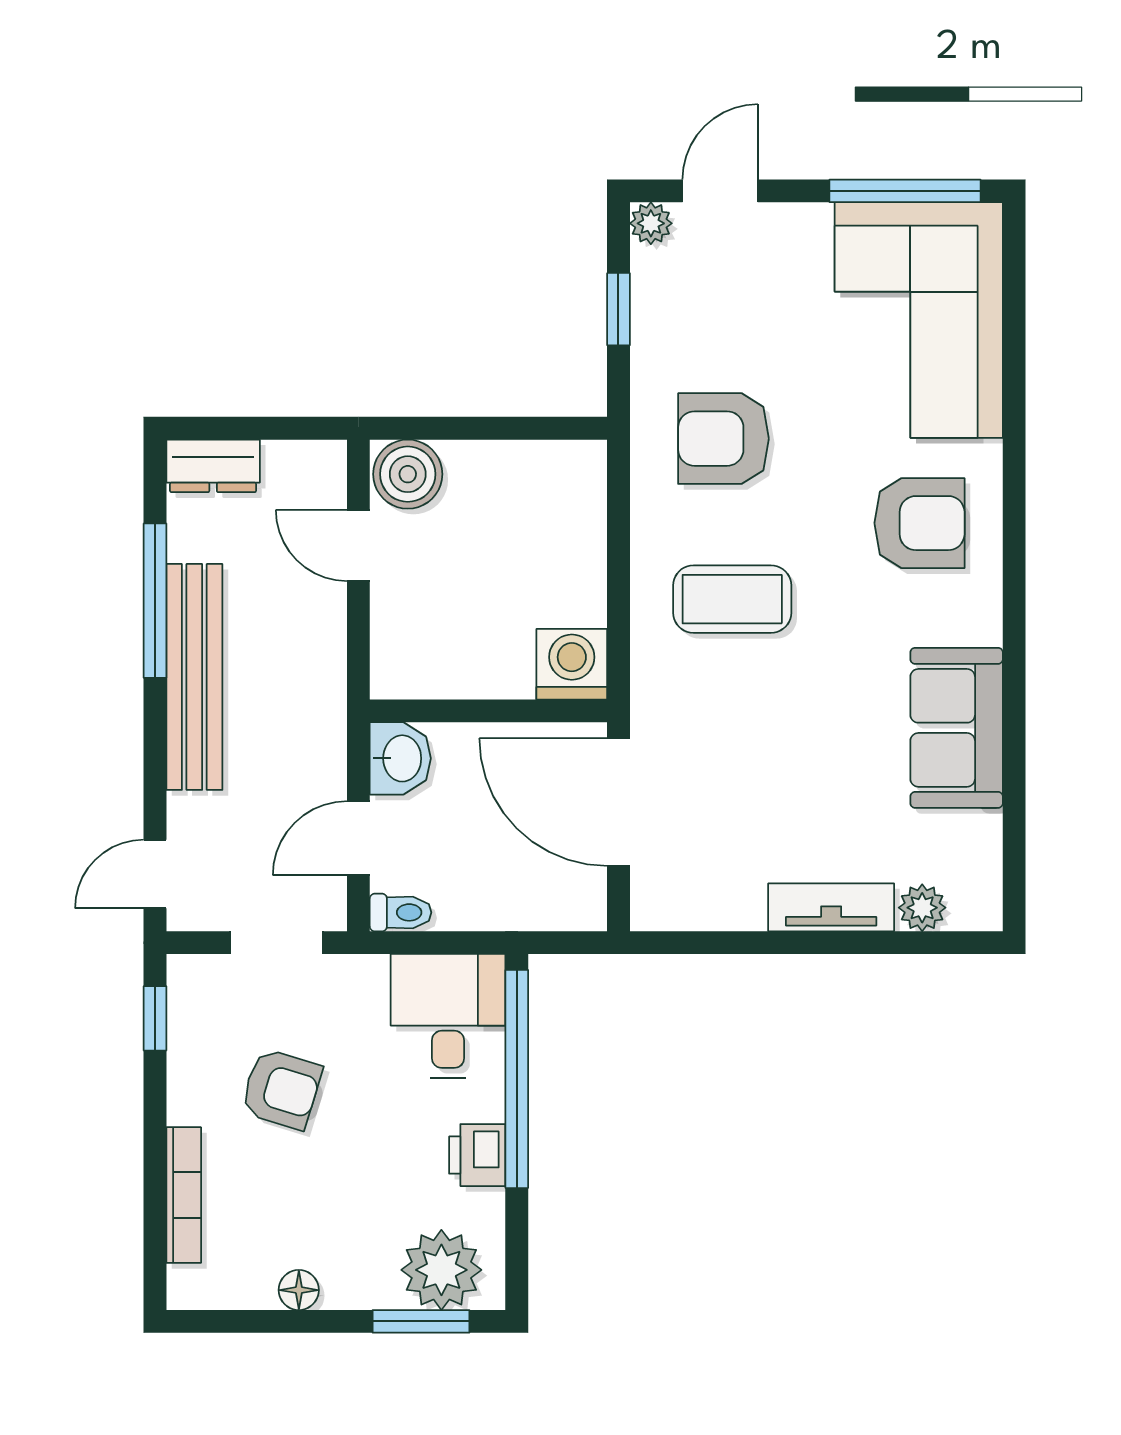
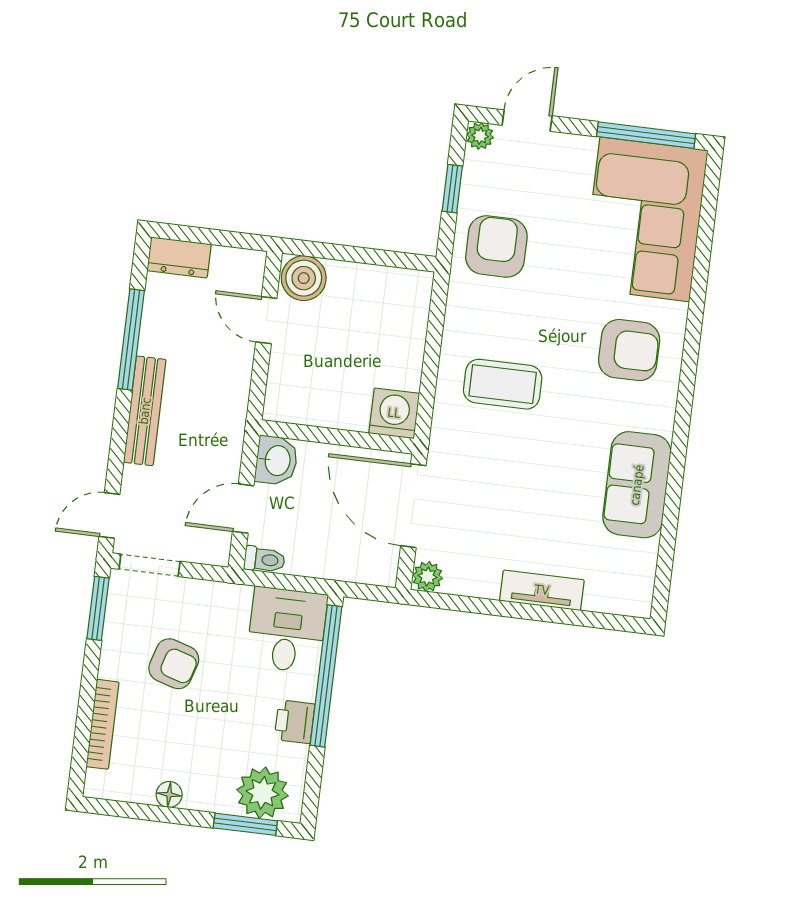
armchair: (723, 439) -> (496, 246), moved, turned 90
bench: (194, 677) -> (145, 411), width x0.73, depth x0.82
plant: (922, 908) -> (427, 577), moved
doorway: (276, 943) -> (150, 565), moved
window: (155, 1018) -> (98, 608), width x1.50

